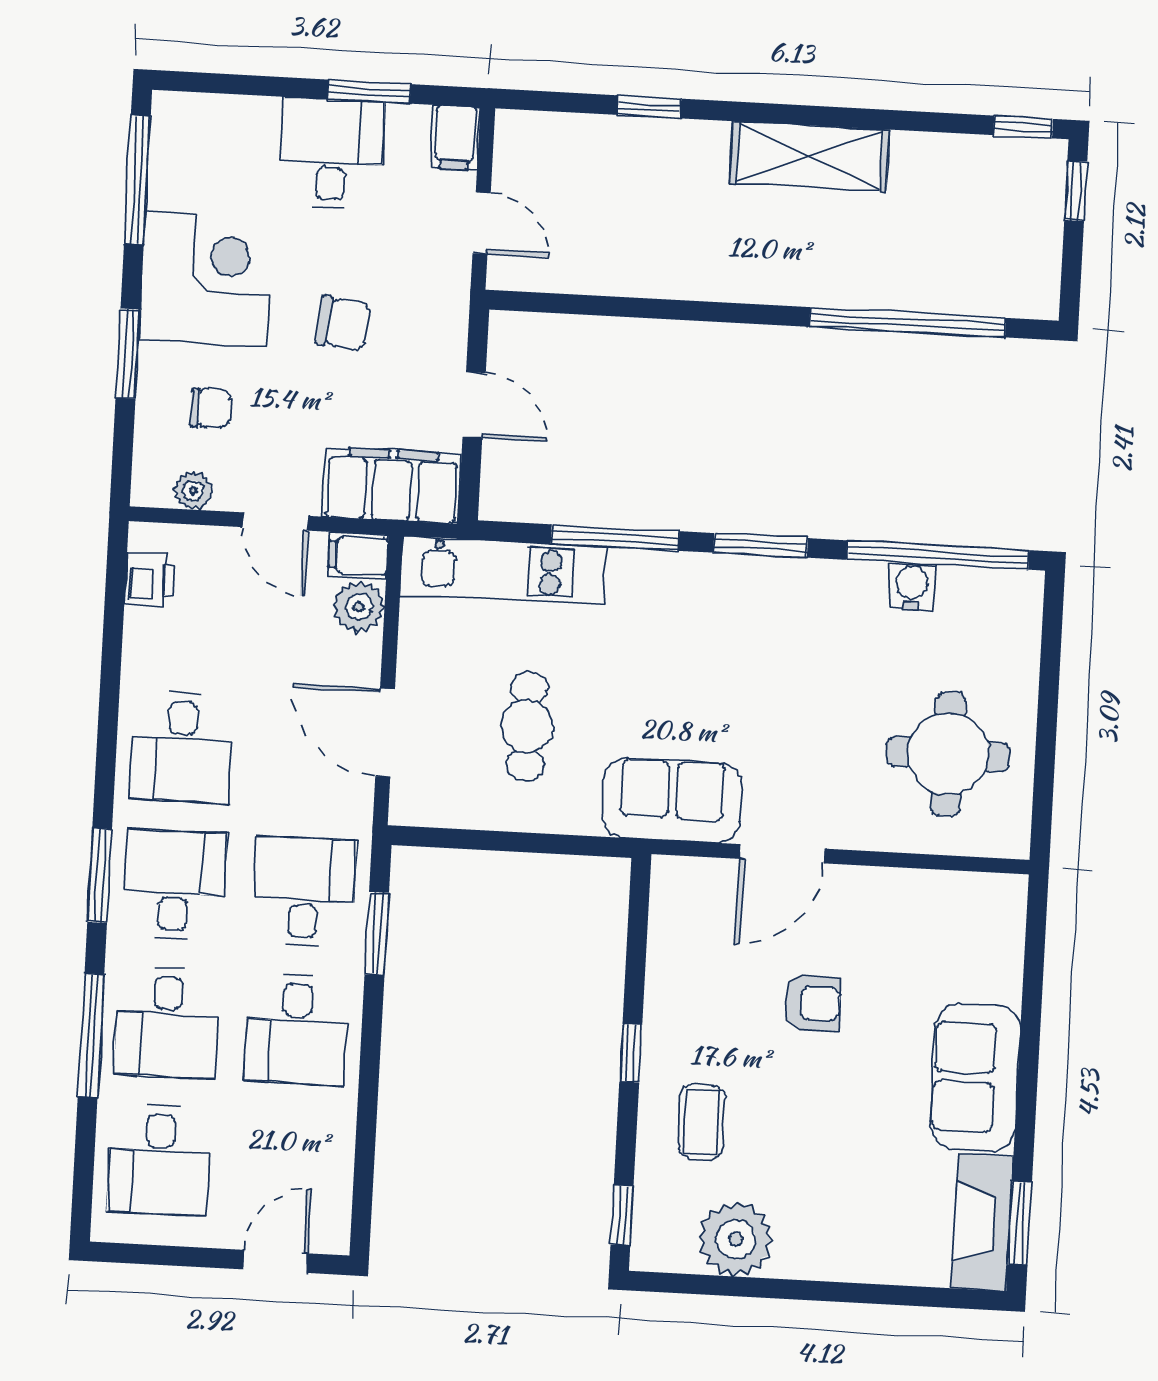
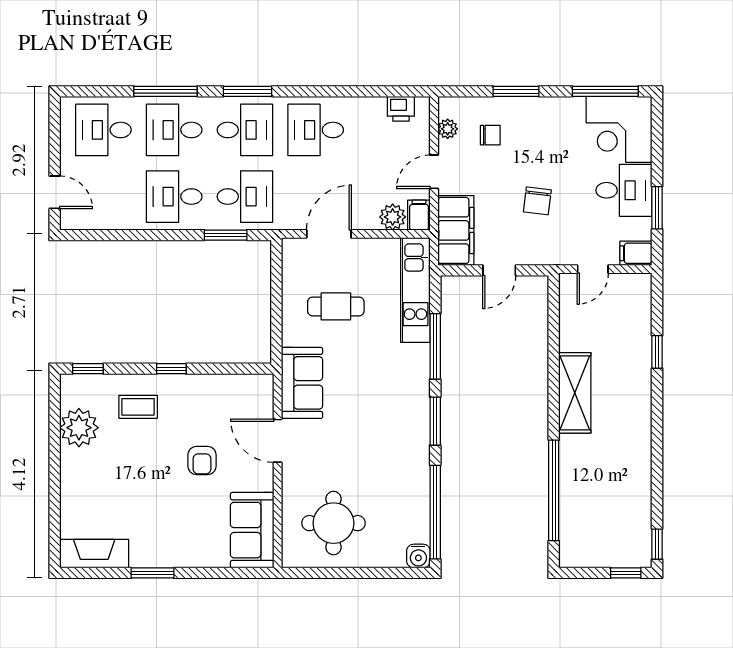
shelving: (810, 157) -> (575, 393), moved
corner desk: (206, 279) -> (619, 129), moved, turned 90
chair: (210, 408) -> (490, 135), turned -90
water cooler: (912, 586) -> (418, 556), moved, turned 90
sofa: (975, 1077) -> (252, 530), moved, turned -90
window: (1020, 1223) -> (153, 573), moved

